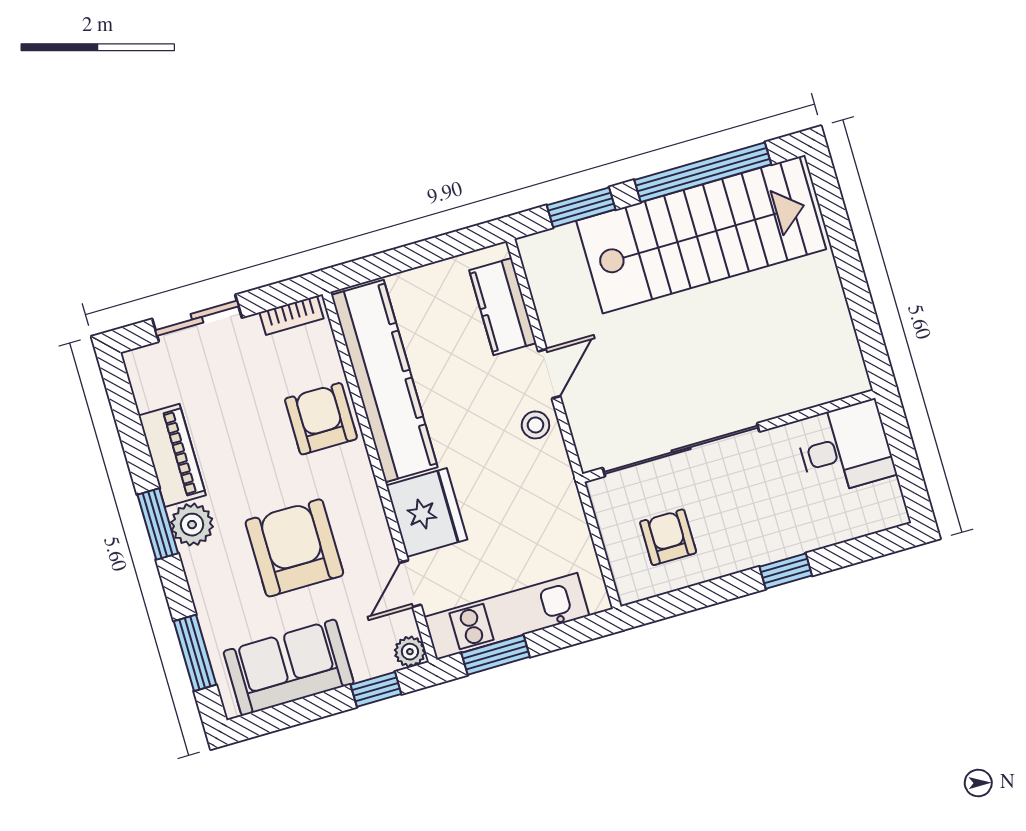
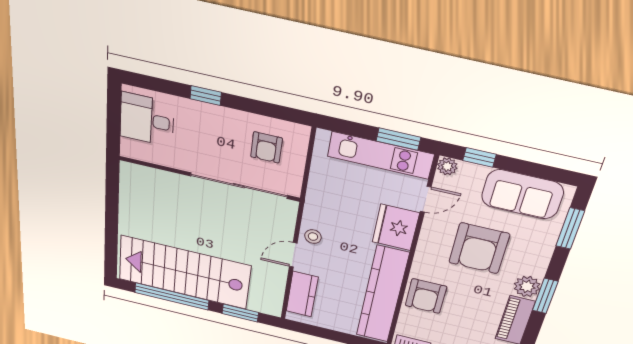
desk: (845, 448) -> (147, 120), moved

